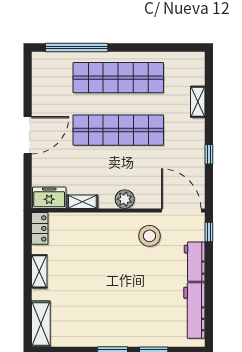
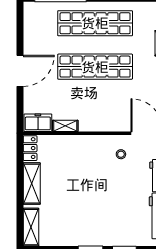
plant: (125, 199) -> (100, 124), removed
stool: (149, 236) -> (121, 154), width x0.53, depth x0.53
shelving: (39, 271) -> (32, 184), width x1.50, depth x1.33

